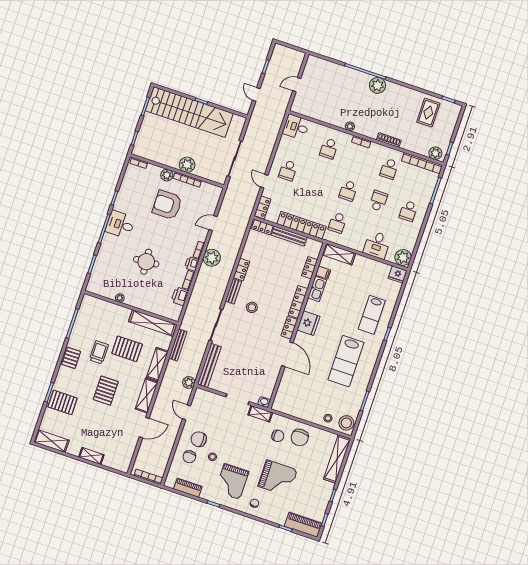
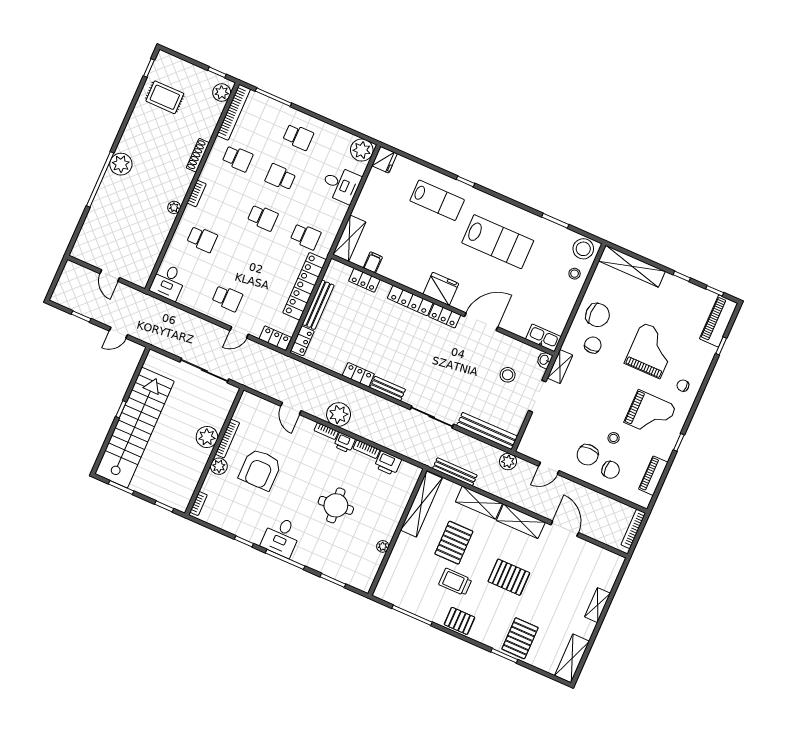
kitchen sink: (317, 289) -> (543, 338), moved
stool: (252, 307) -> (508, 375), moved

